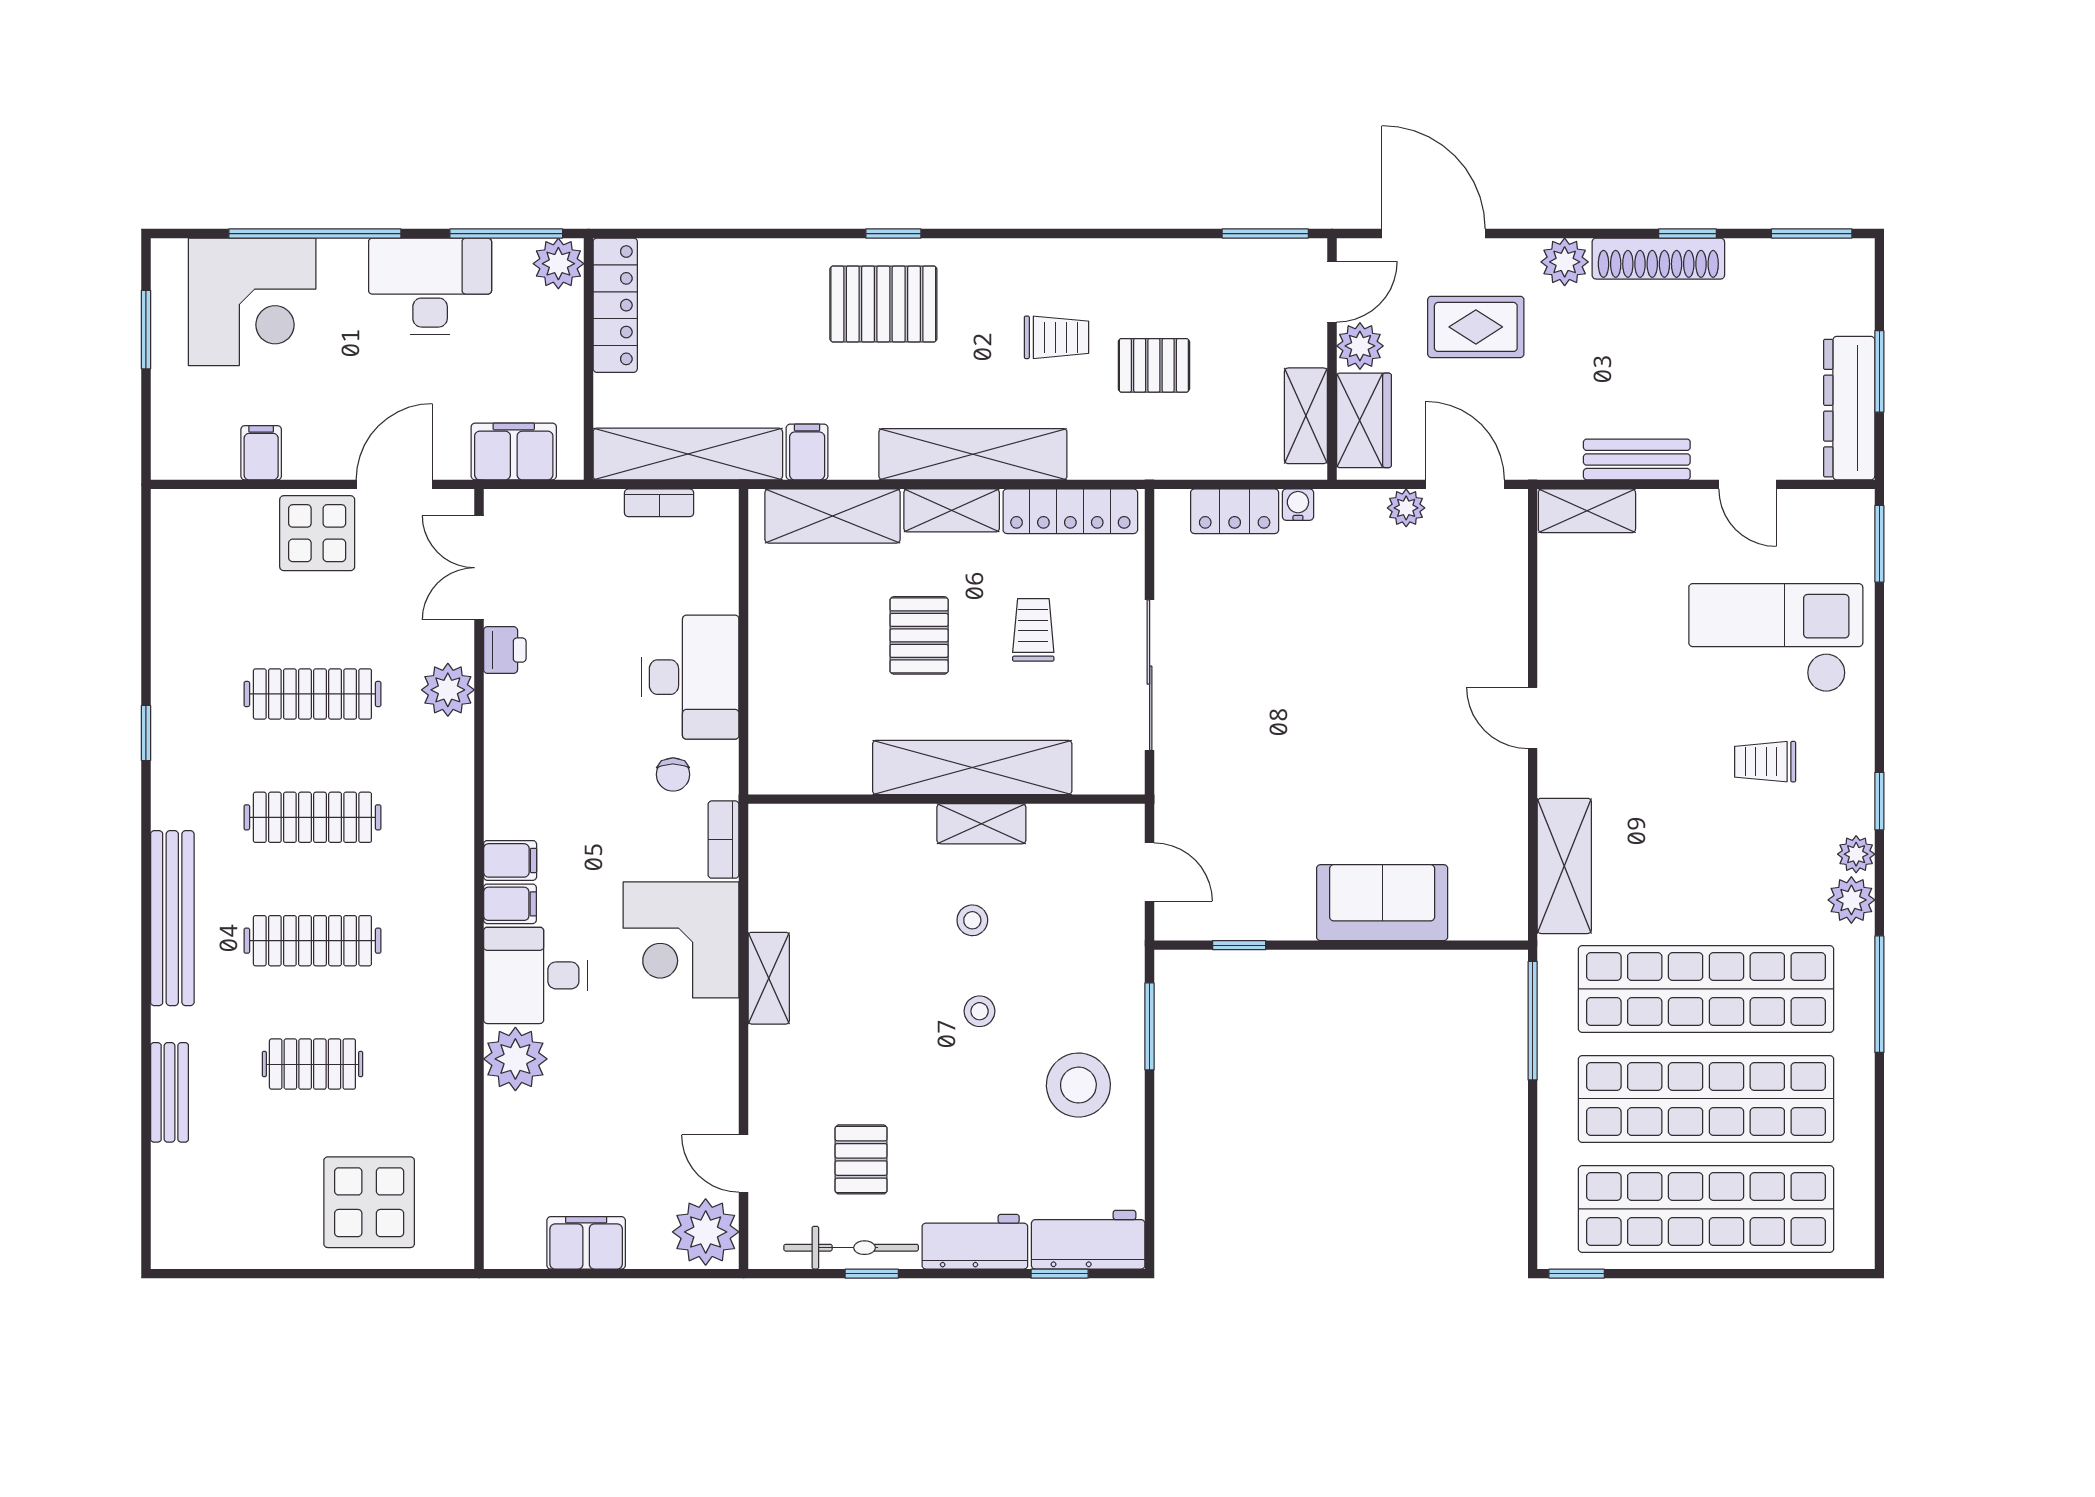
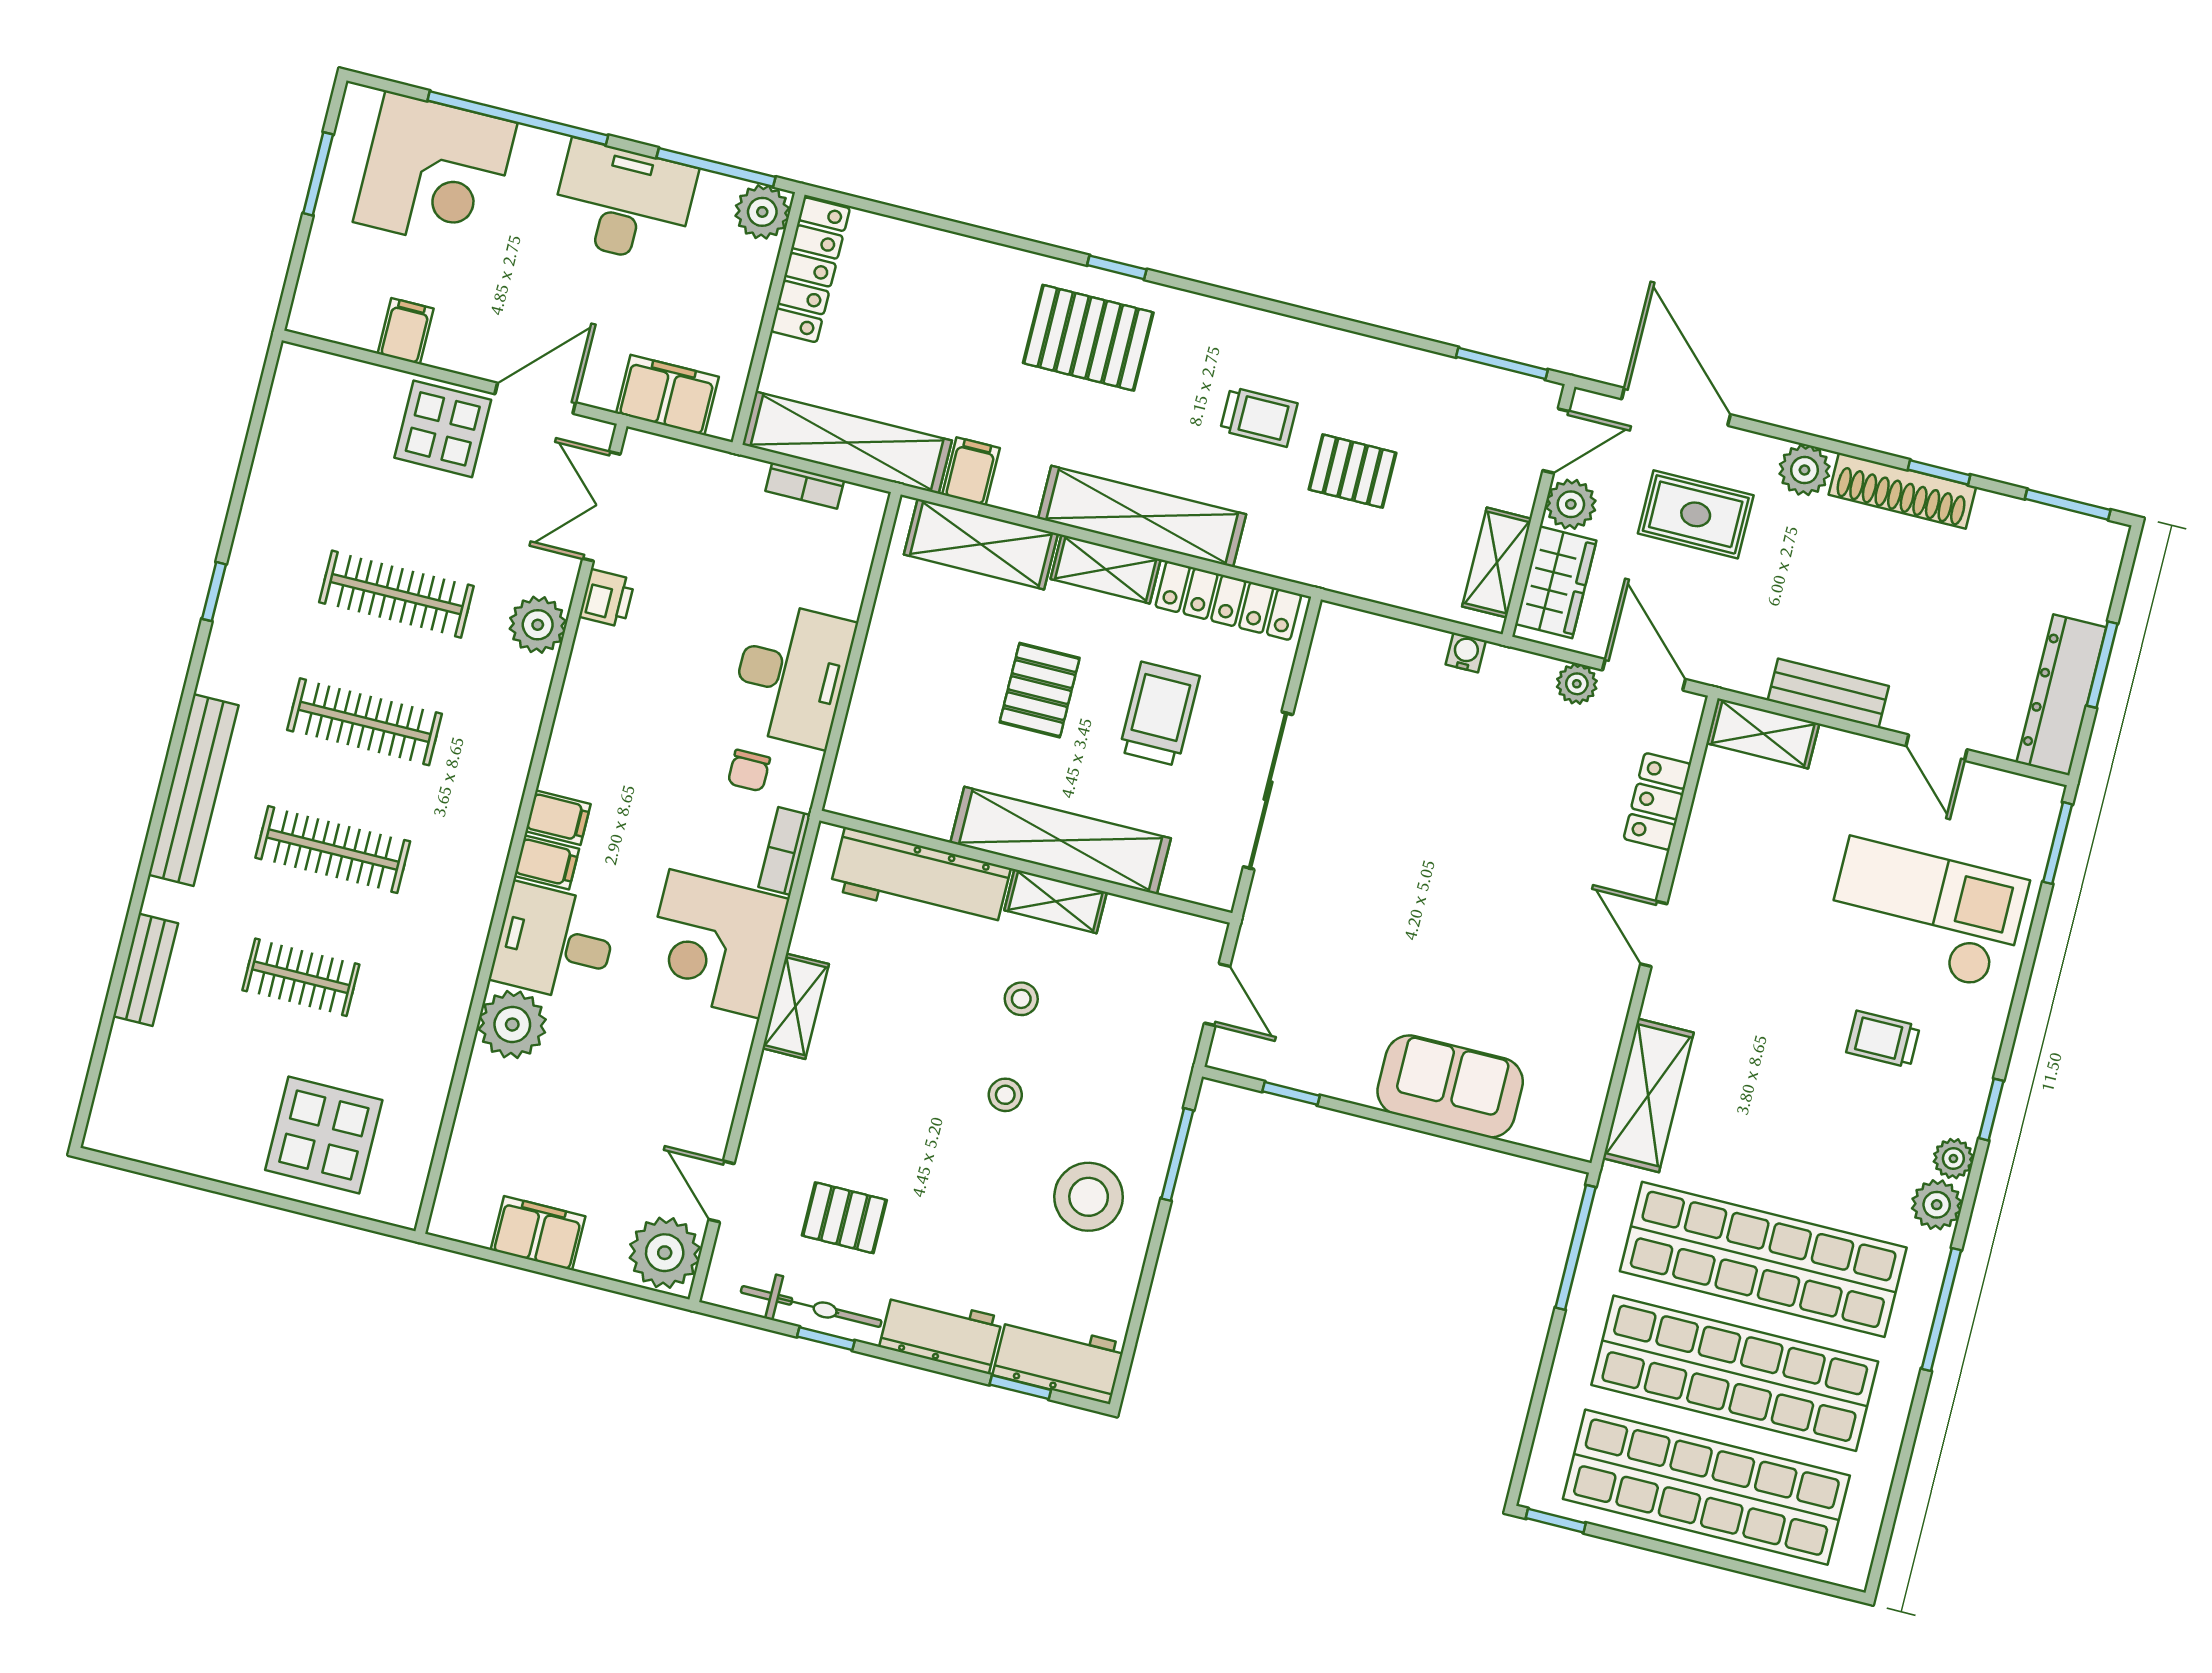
locker: (1235, 511) -> (1657, 801), moved, turned 90
trolley: (1033, 630) -> (1159, 714), width x1.36, depth x1.39
workbench: (853, 834) -> (920, 879), added
pallet: (861, 1159) -> (844, 1218), turned 90

